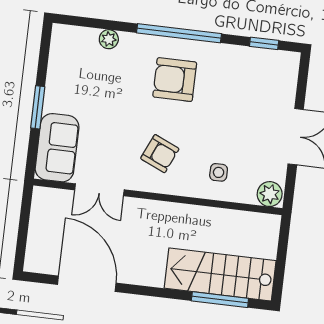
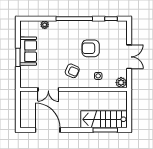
armchair: (175, 80) -> (91, 48), moved
sofa: (57, 148) -> (28, 51), moved

